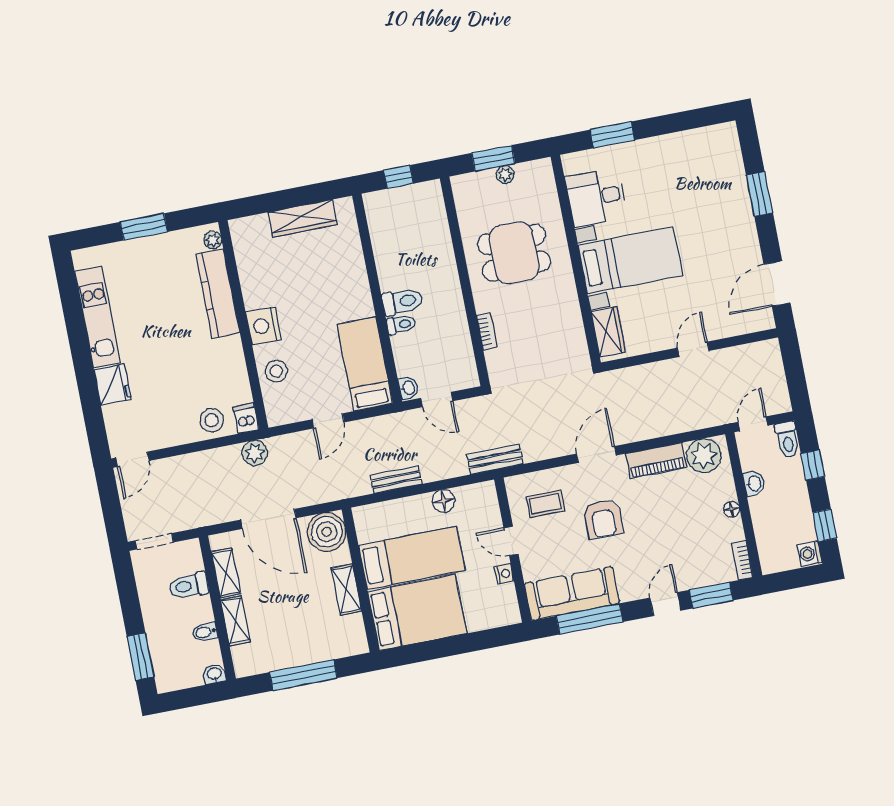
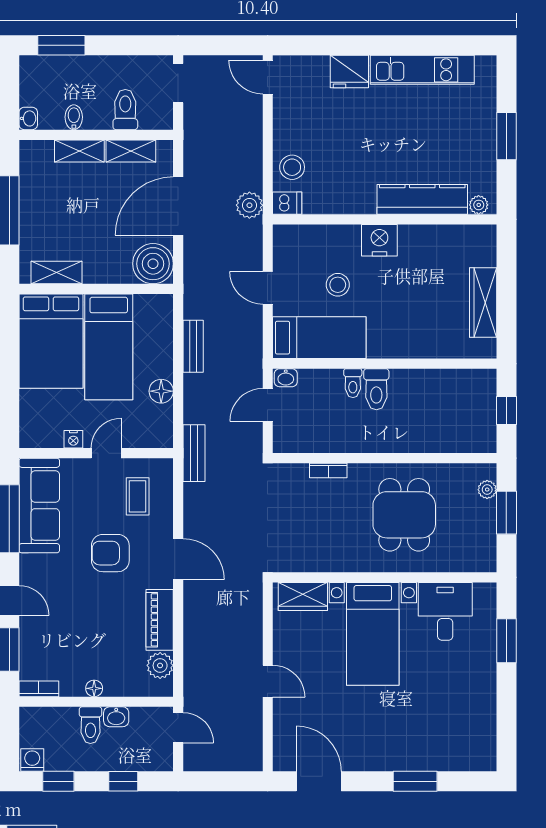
plant: (505, 175) -> (487, 490), moved
stool: (276, 371) -> (338, 285), moved
toilet: (787, 440) -> (90, 725), moved, turned -90
plant: (704, 456) -> (160, 665), width x0.73, depth x0.73
shelving: (346, 590) -> (57, 273), moved

